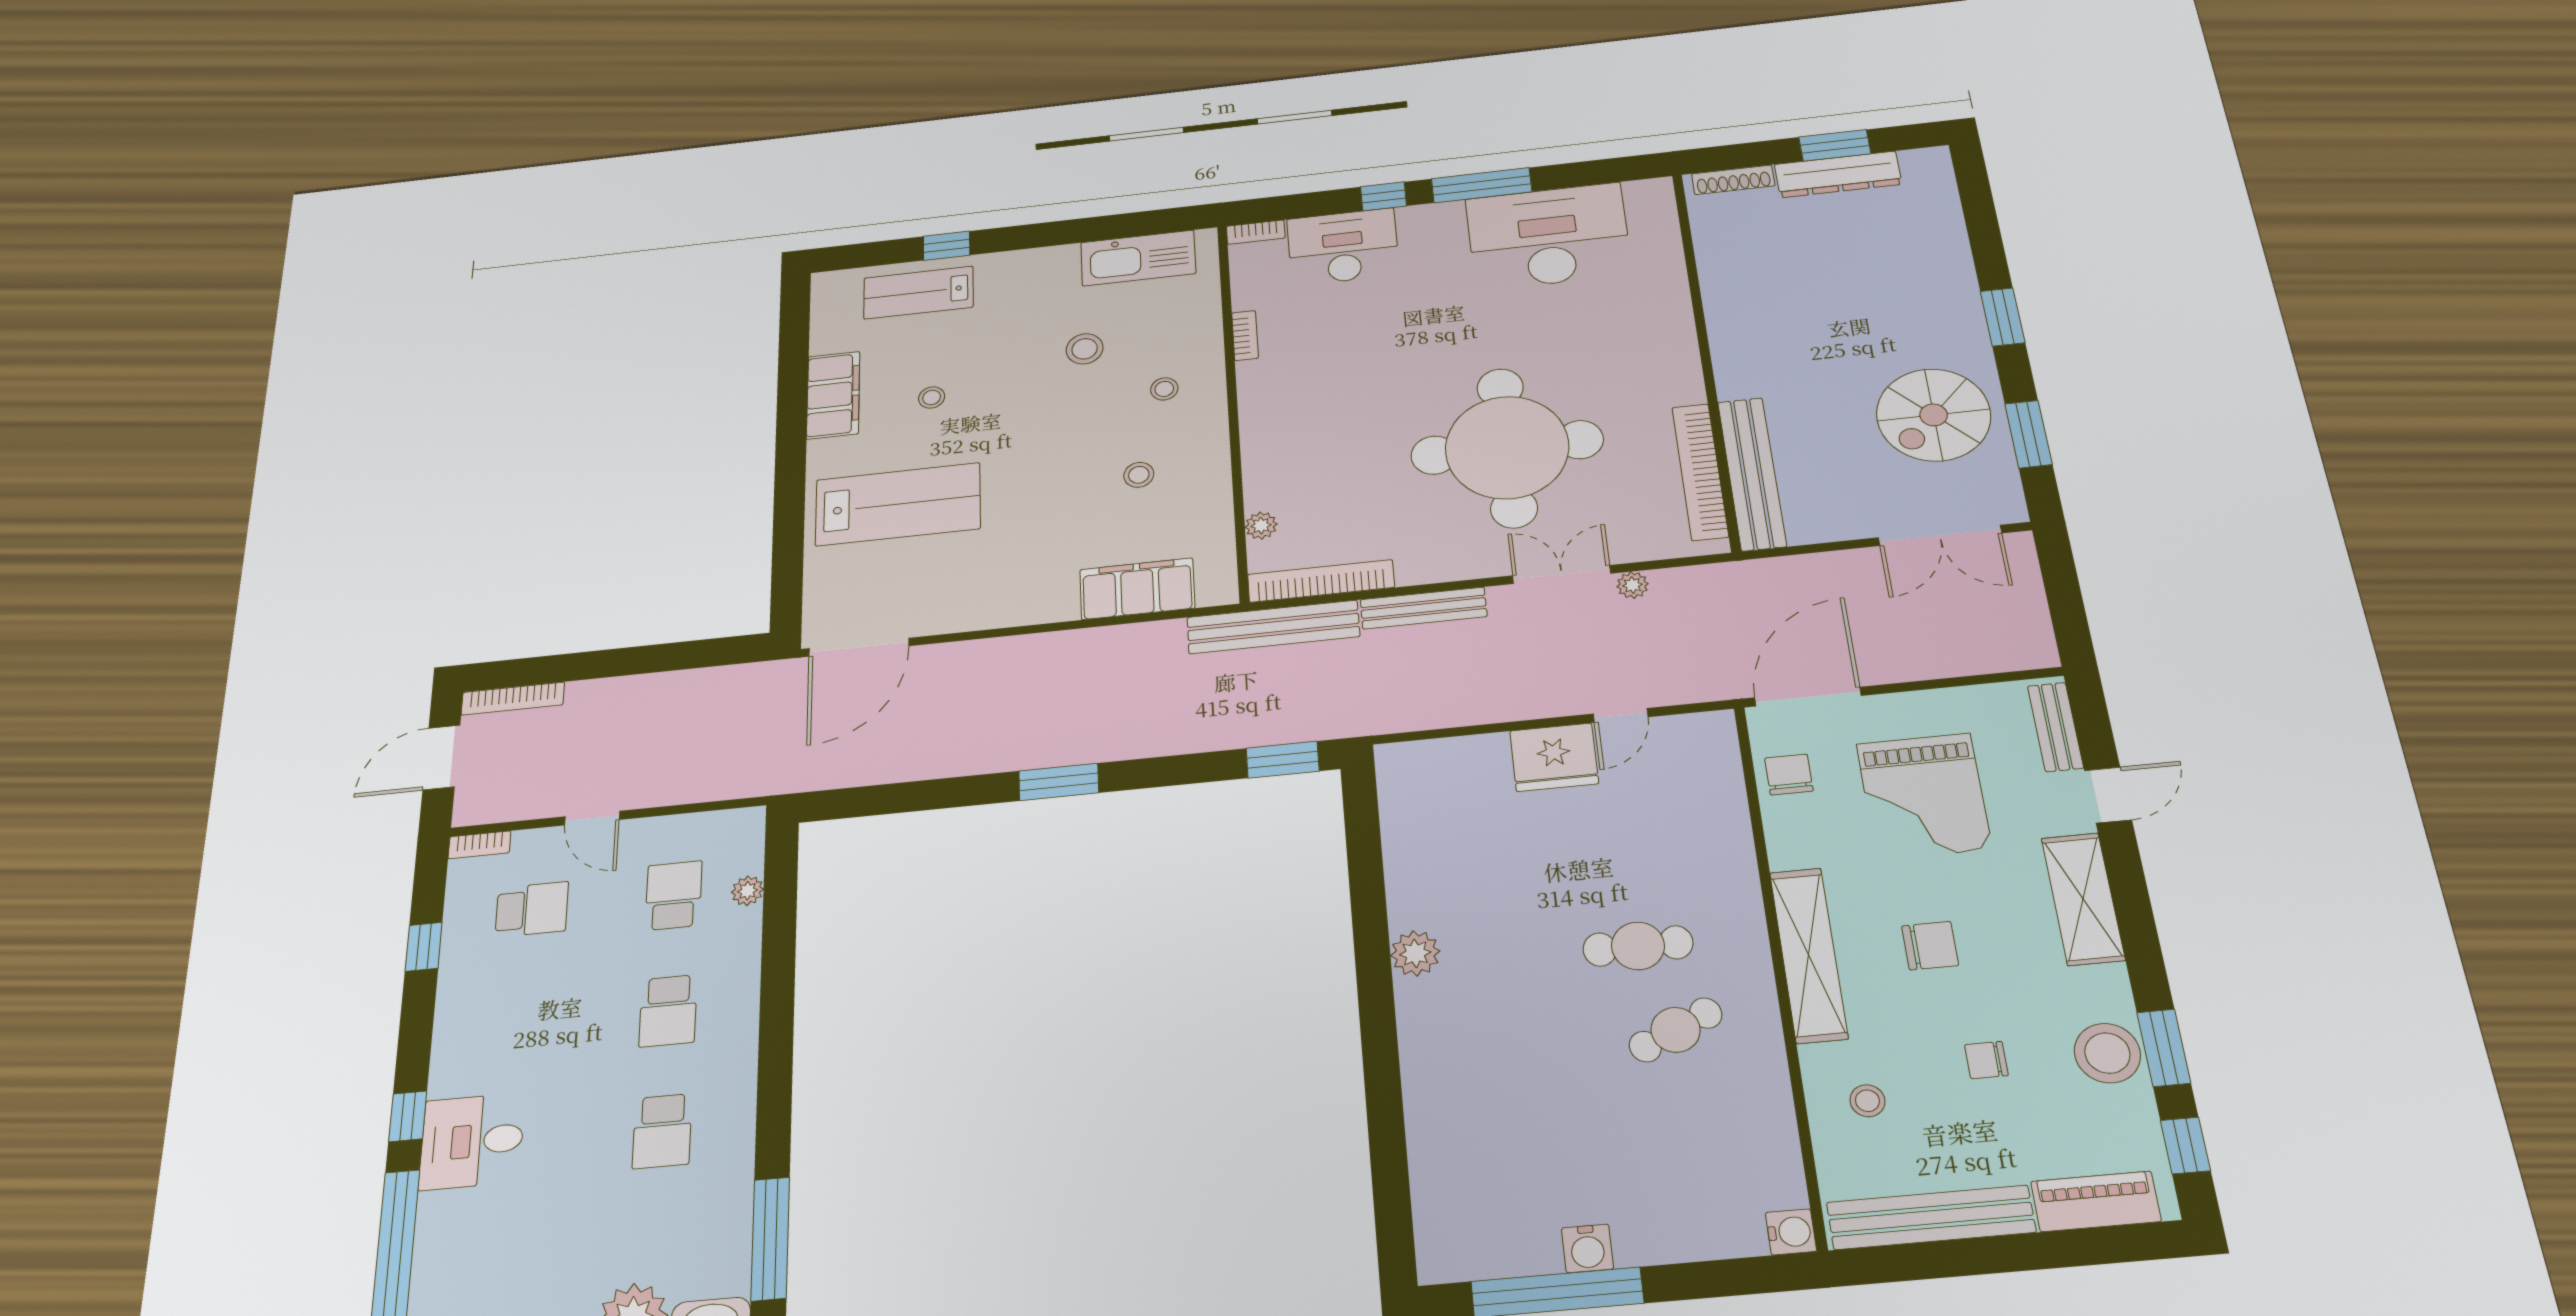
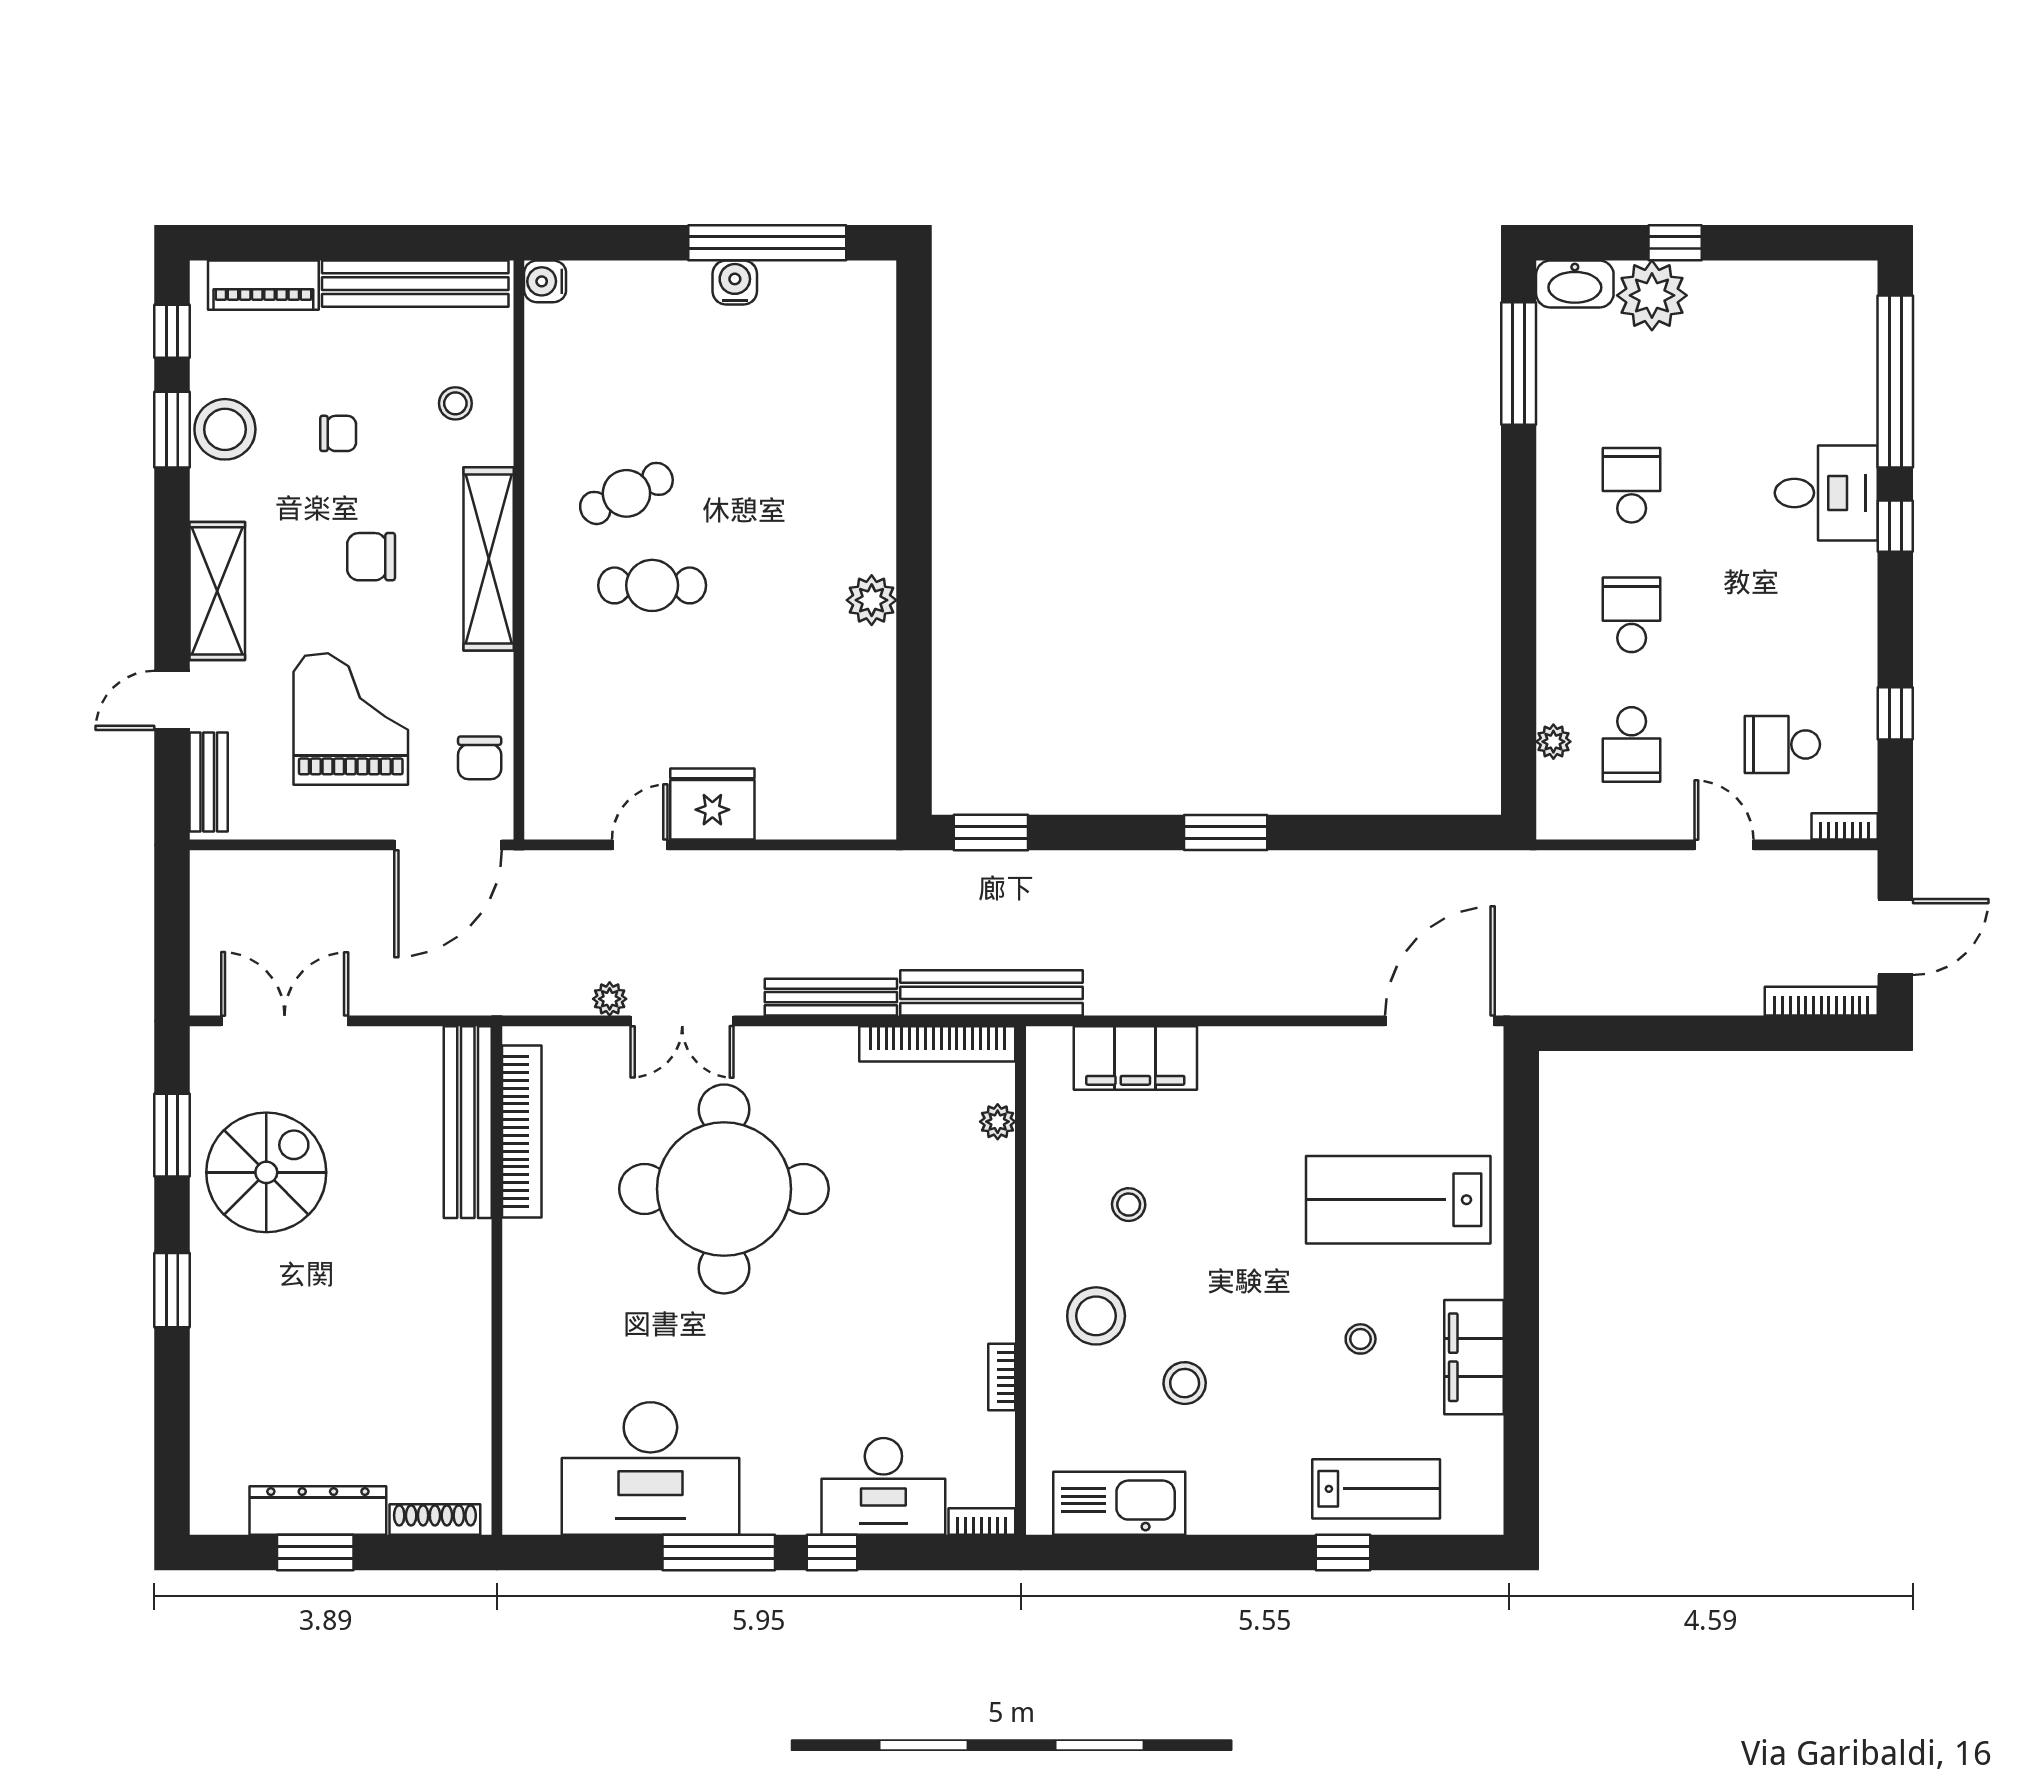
stool: (1164, 389) -> (1096, 1316), width x1.89, depth x1.89

